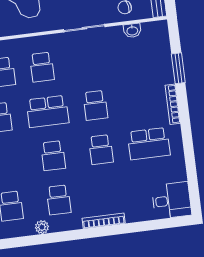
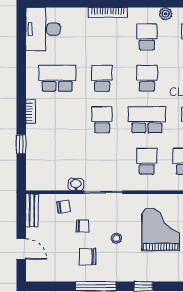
washbasin: (132, 31) -> (76, 184), moved
window: (178, 68) -> (21, 144), width x0.67
bookcase: (173, 104) -> (30, 112), width x0.64
desk: (171, 200) -> (43, 29), width x1.37

